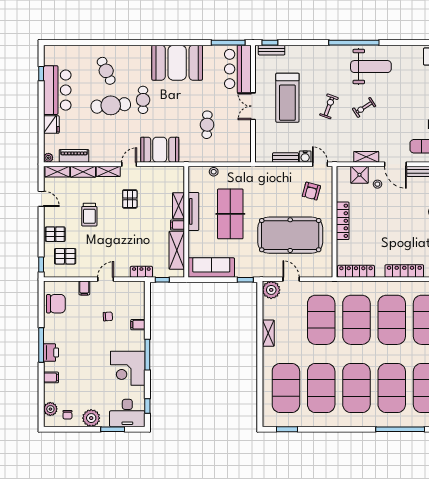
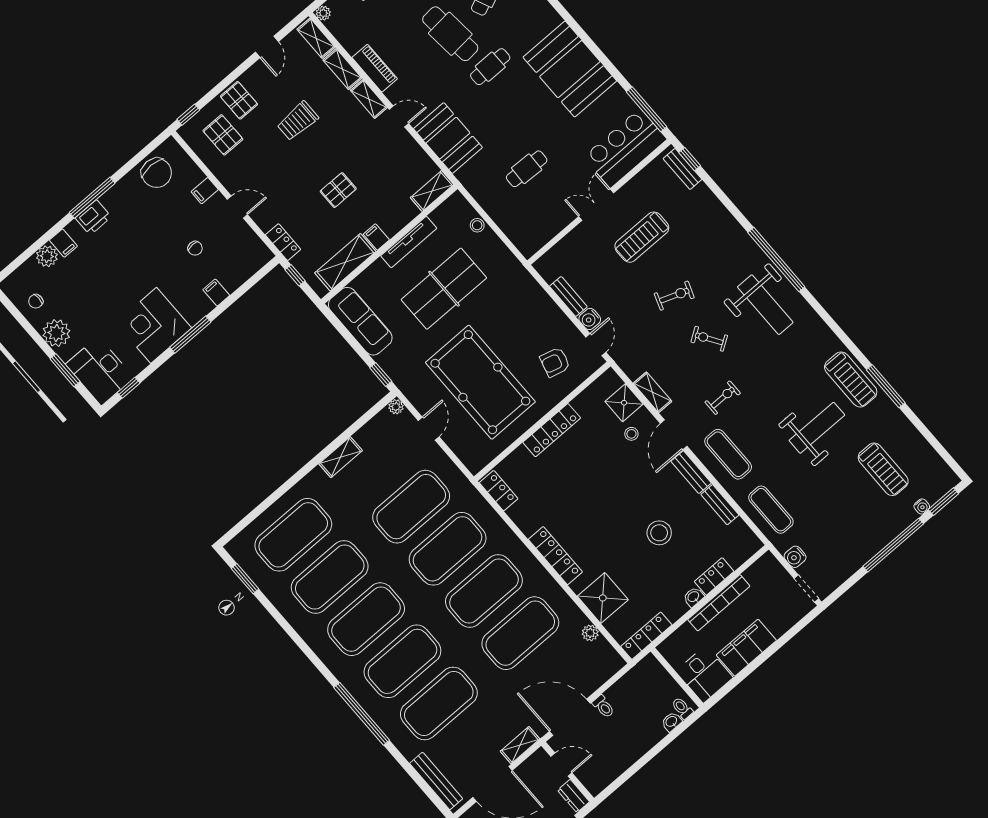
treadmill: (287, 98) -> (642, 237), width x0.73, depth x0.73
exercise bike: (398, 125) -> (723, 398), added
piano: (74, 156) -> (375, 68), moved
pallet: (130, 199) -> (338, 190), moved
shelving: (179, 206) -> (432, 191), moved
locker: (356, 271) -> (499, 491), width x0.66
plant: (271, 290) -> (396, 407), width x0.53, depth x0.53
plant: (50, 409) -> (47, 256), moved

